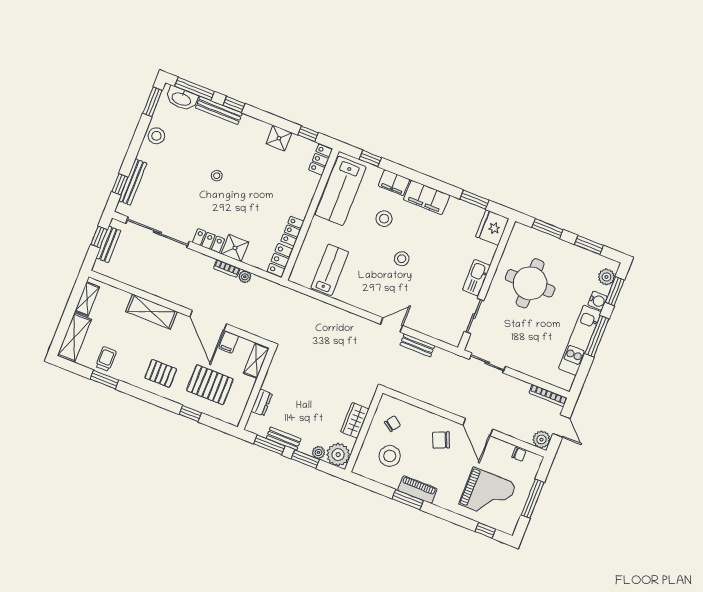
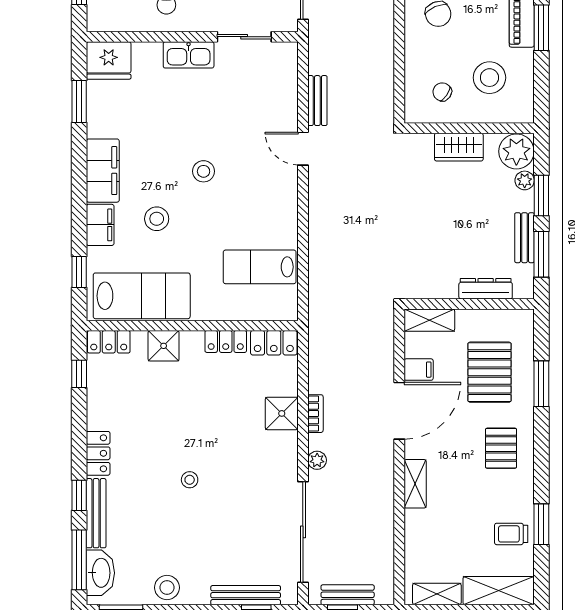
shower: (279, 138) -> (164, 346), moved
locker: (208, 241) -> (98, 453), moved, turned 180
plant: (245, 277) -> (317, 460), moved
shelving: (151, 312) -> (415, 484), width x0.67, depth x0.75
dresser: (262, 403) -> (486, 289), width x1.44
window: (190, 414) -> (541, 384), width x1.50

